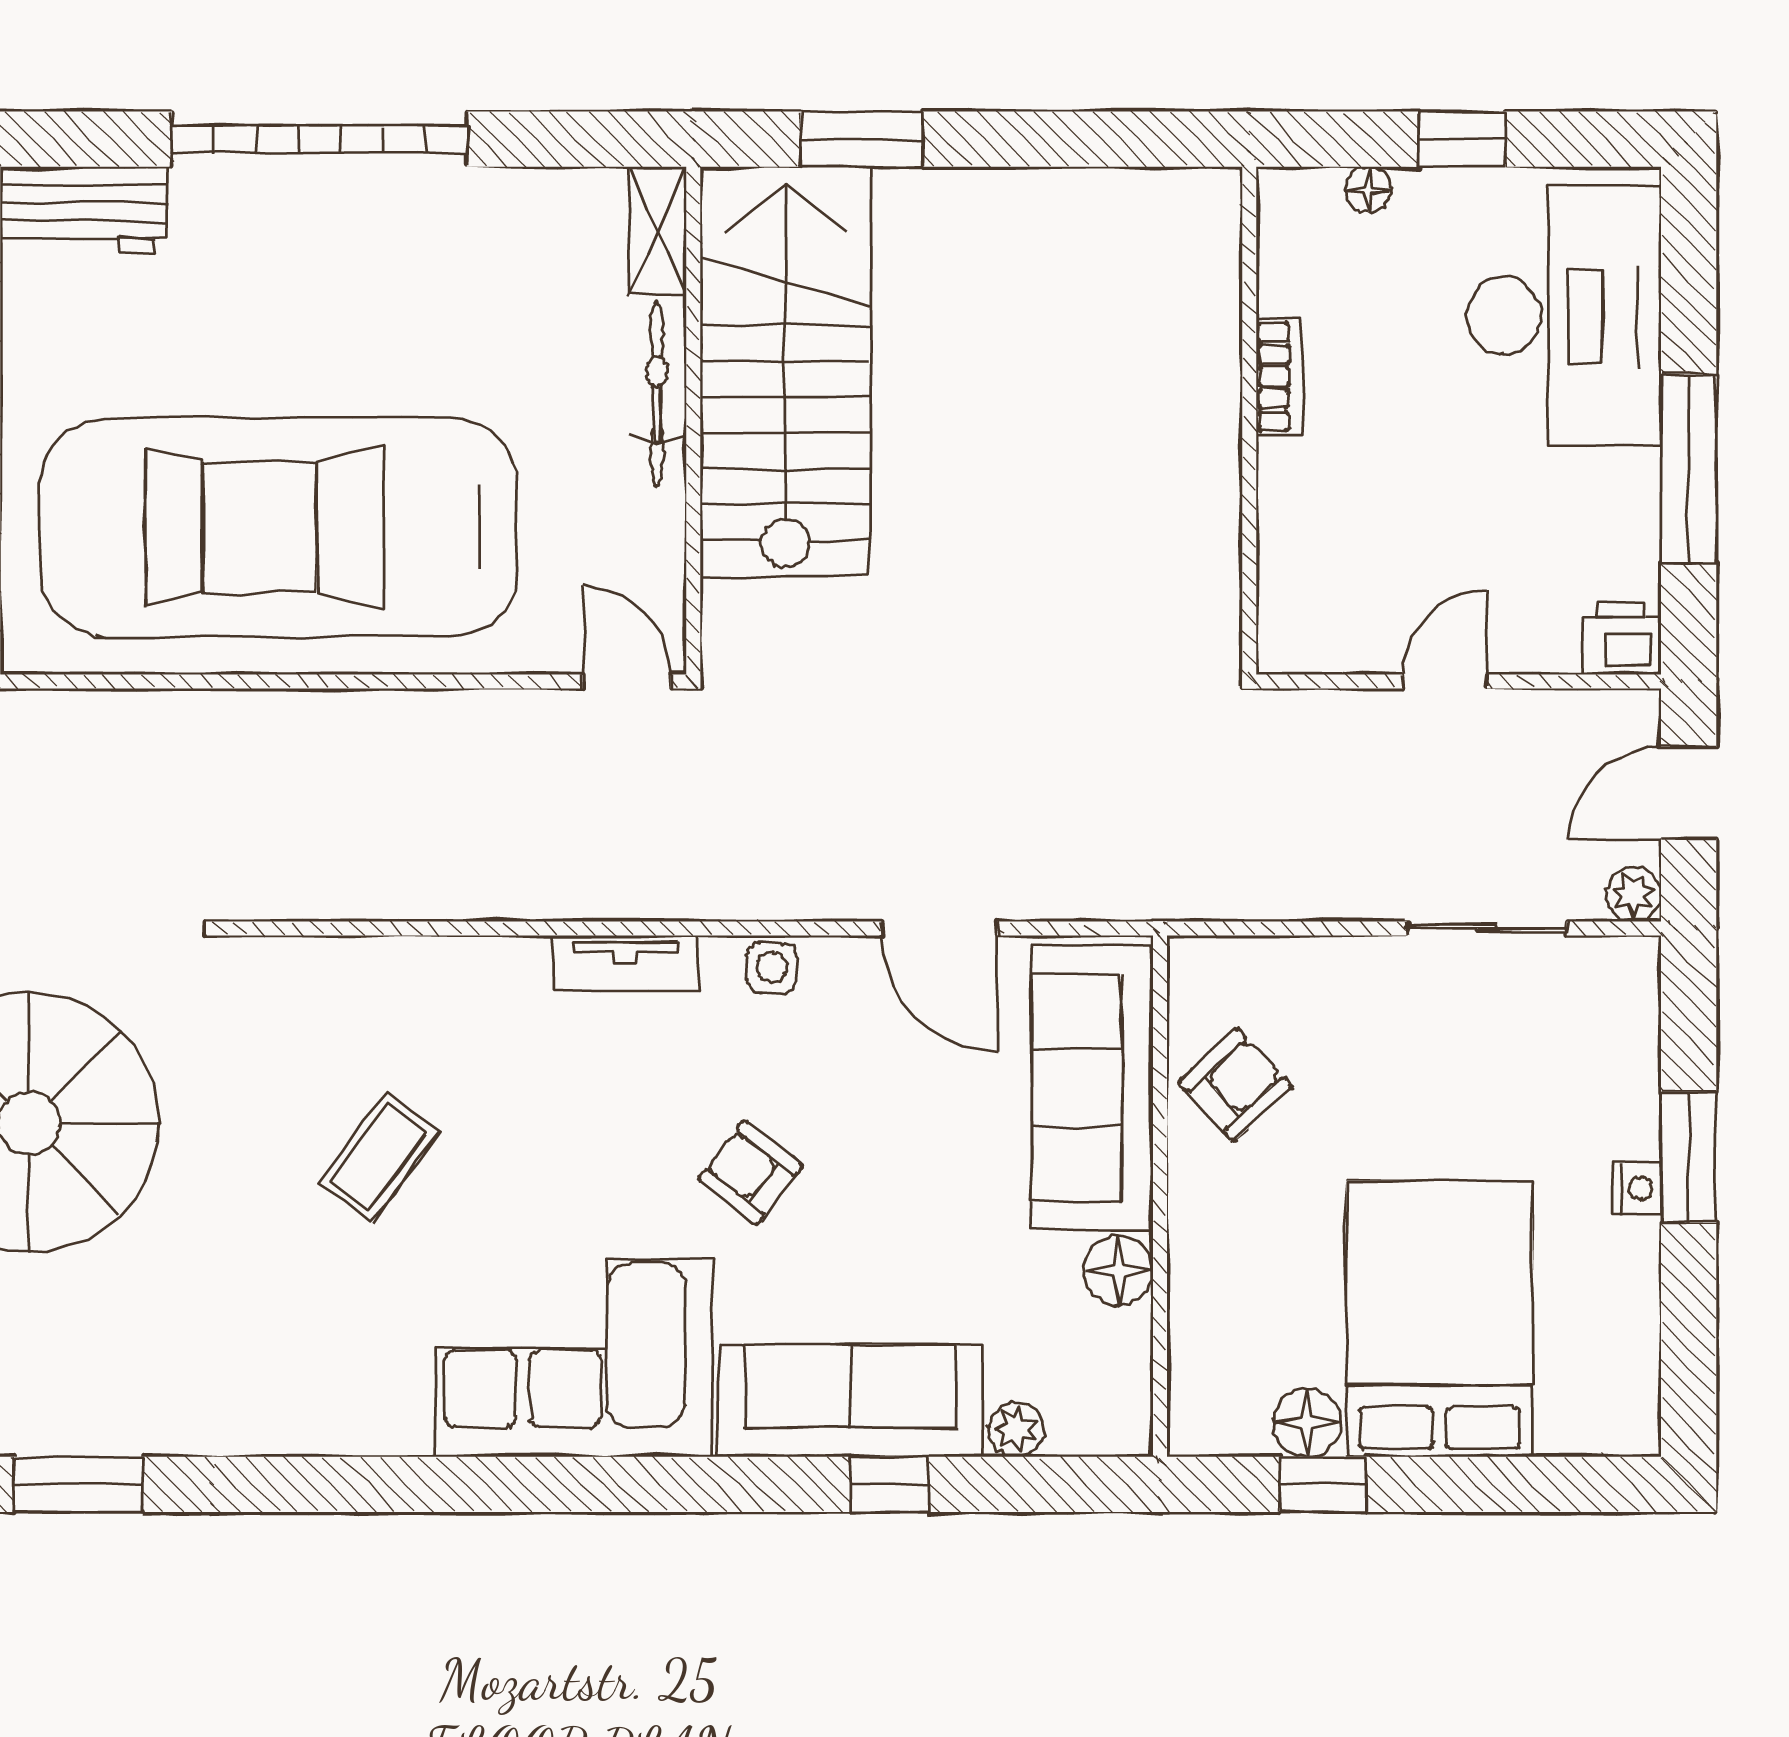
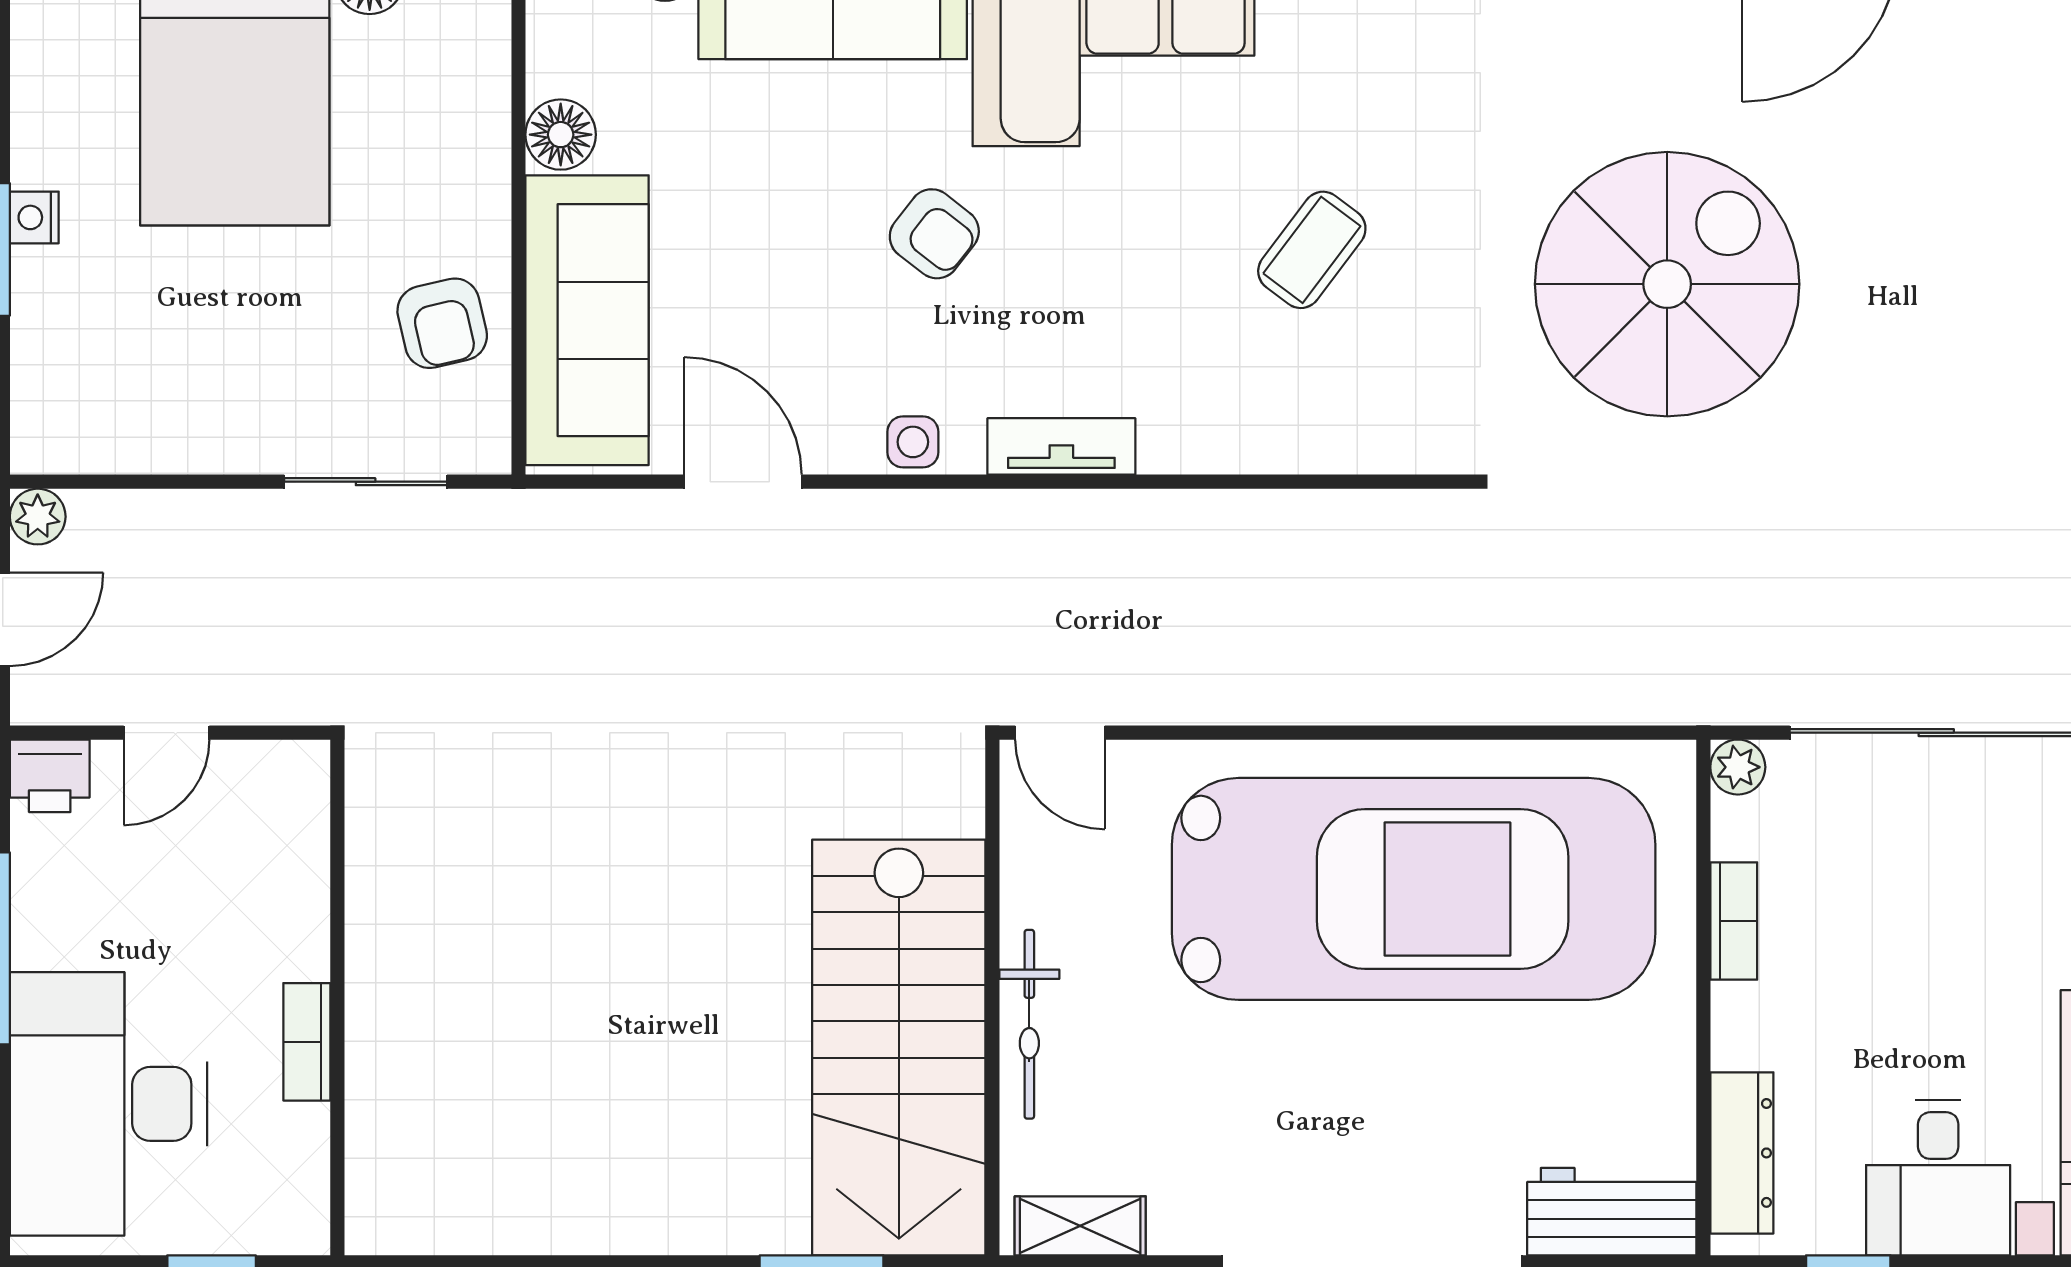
floor lamp: (1369, 190) -> (307, 1232), removed
shelving: (657, 231) -> (1080, 1226), moved, turned 90
bookcase: (1279, 377) -> (307, 1042), moved
wall: (1249, 421) -> (337, 997), moved
door: (1445, 681) -> (167, 733), moved
sliding door: (1487, 928) -> (366, 482), moved
armchair: (1235, 1085) -> (442, 323), turned -60

